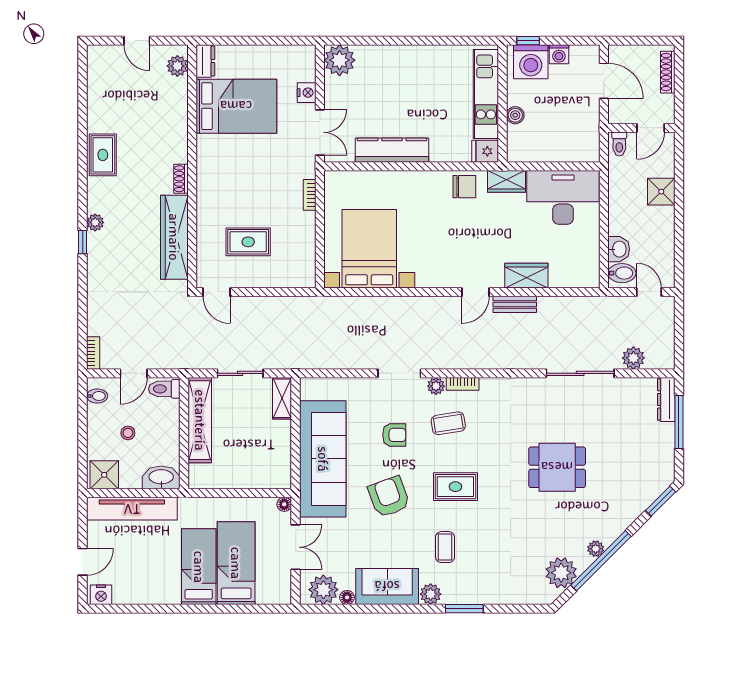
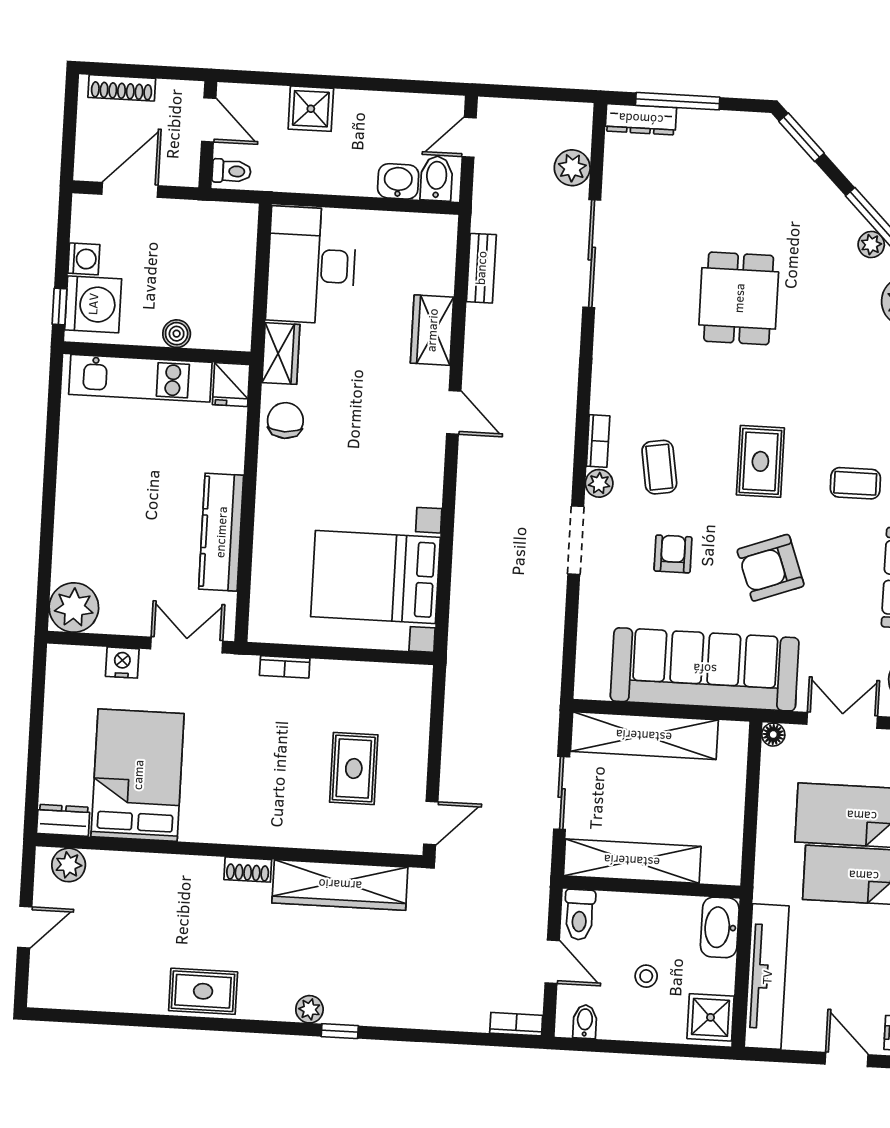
bench: (515, 304) -> (481, 268), moved
shelving: (282, 398) -> (644, 736), width x2.20, depth x1.33

